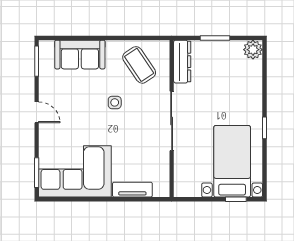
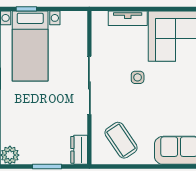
dresser: (182, 62) -> (79, 150), width x0.70
side table: (115, 102) -> (138, 77), moved

